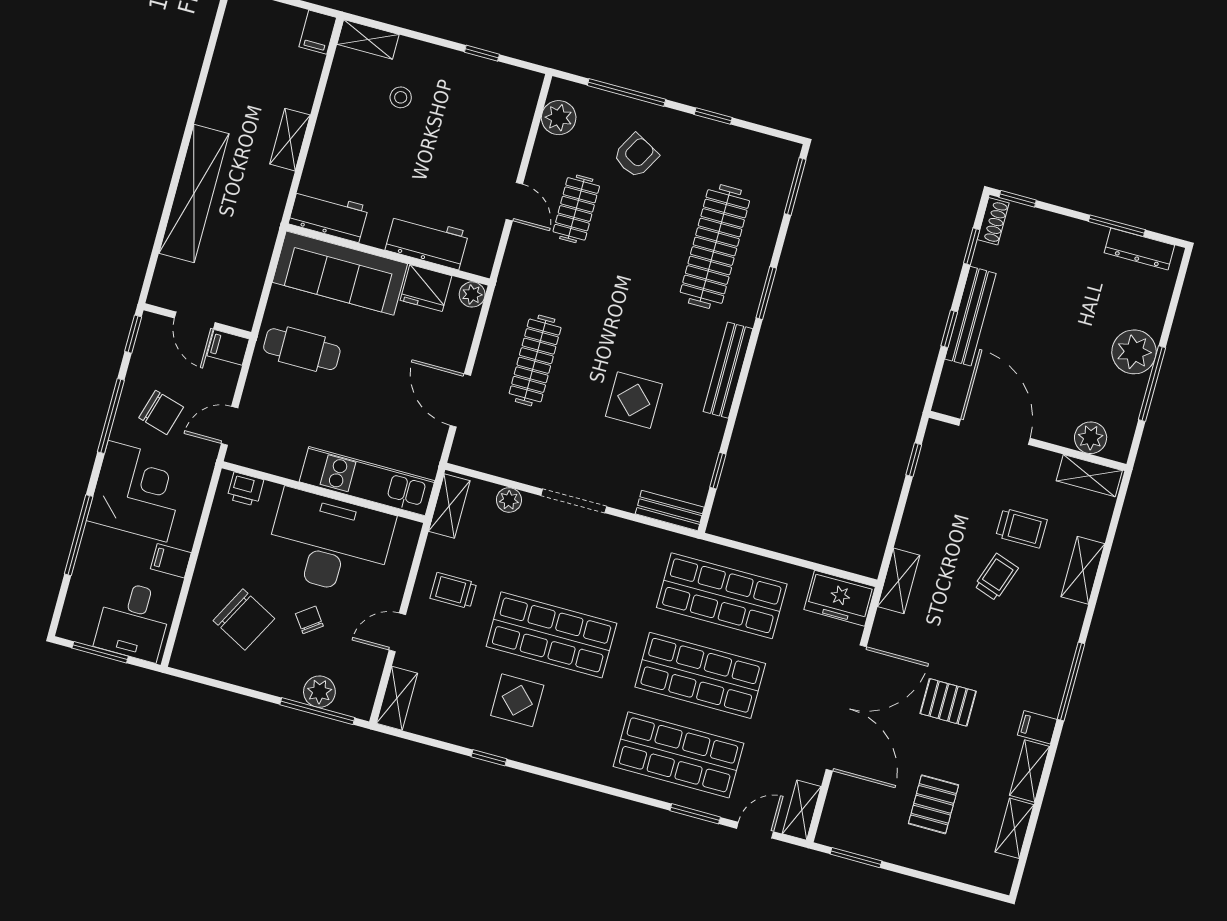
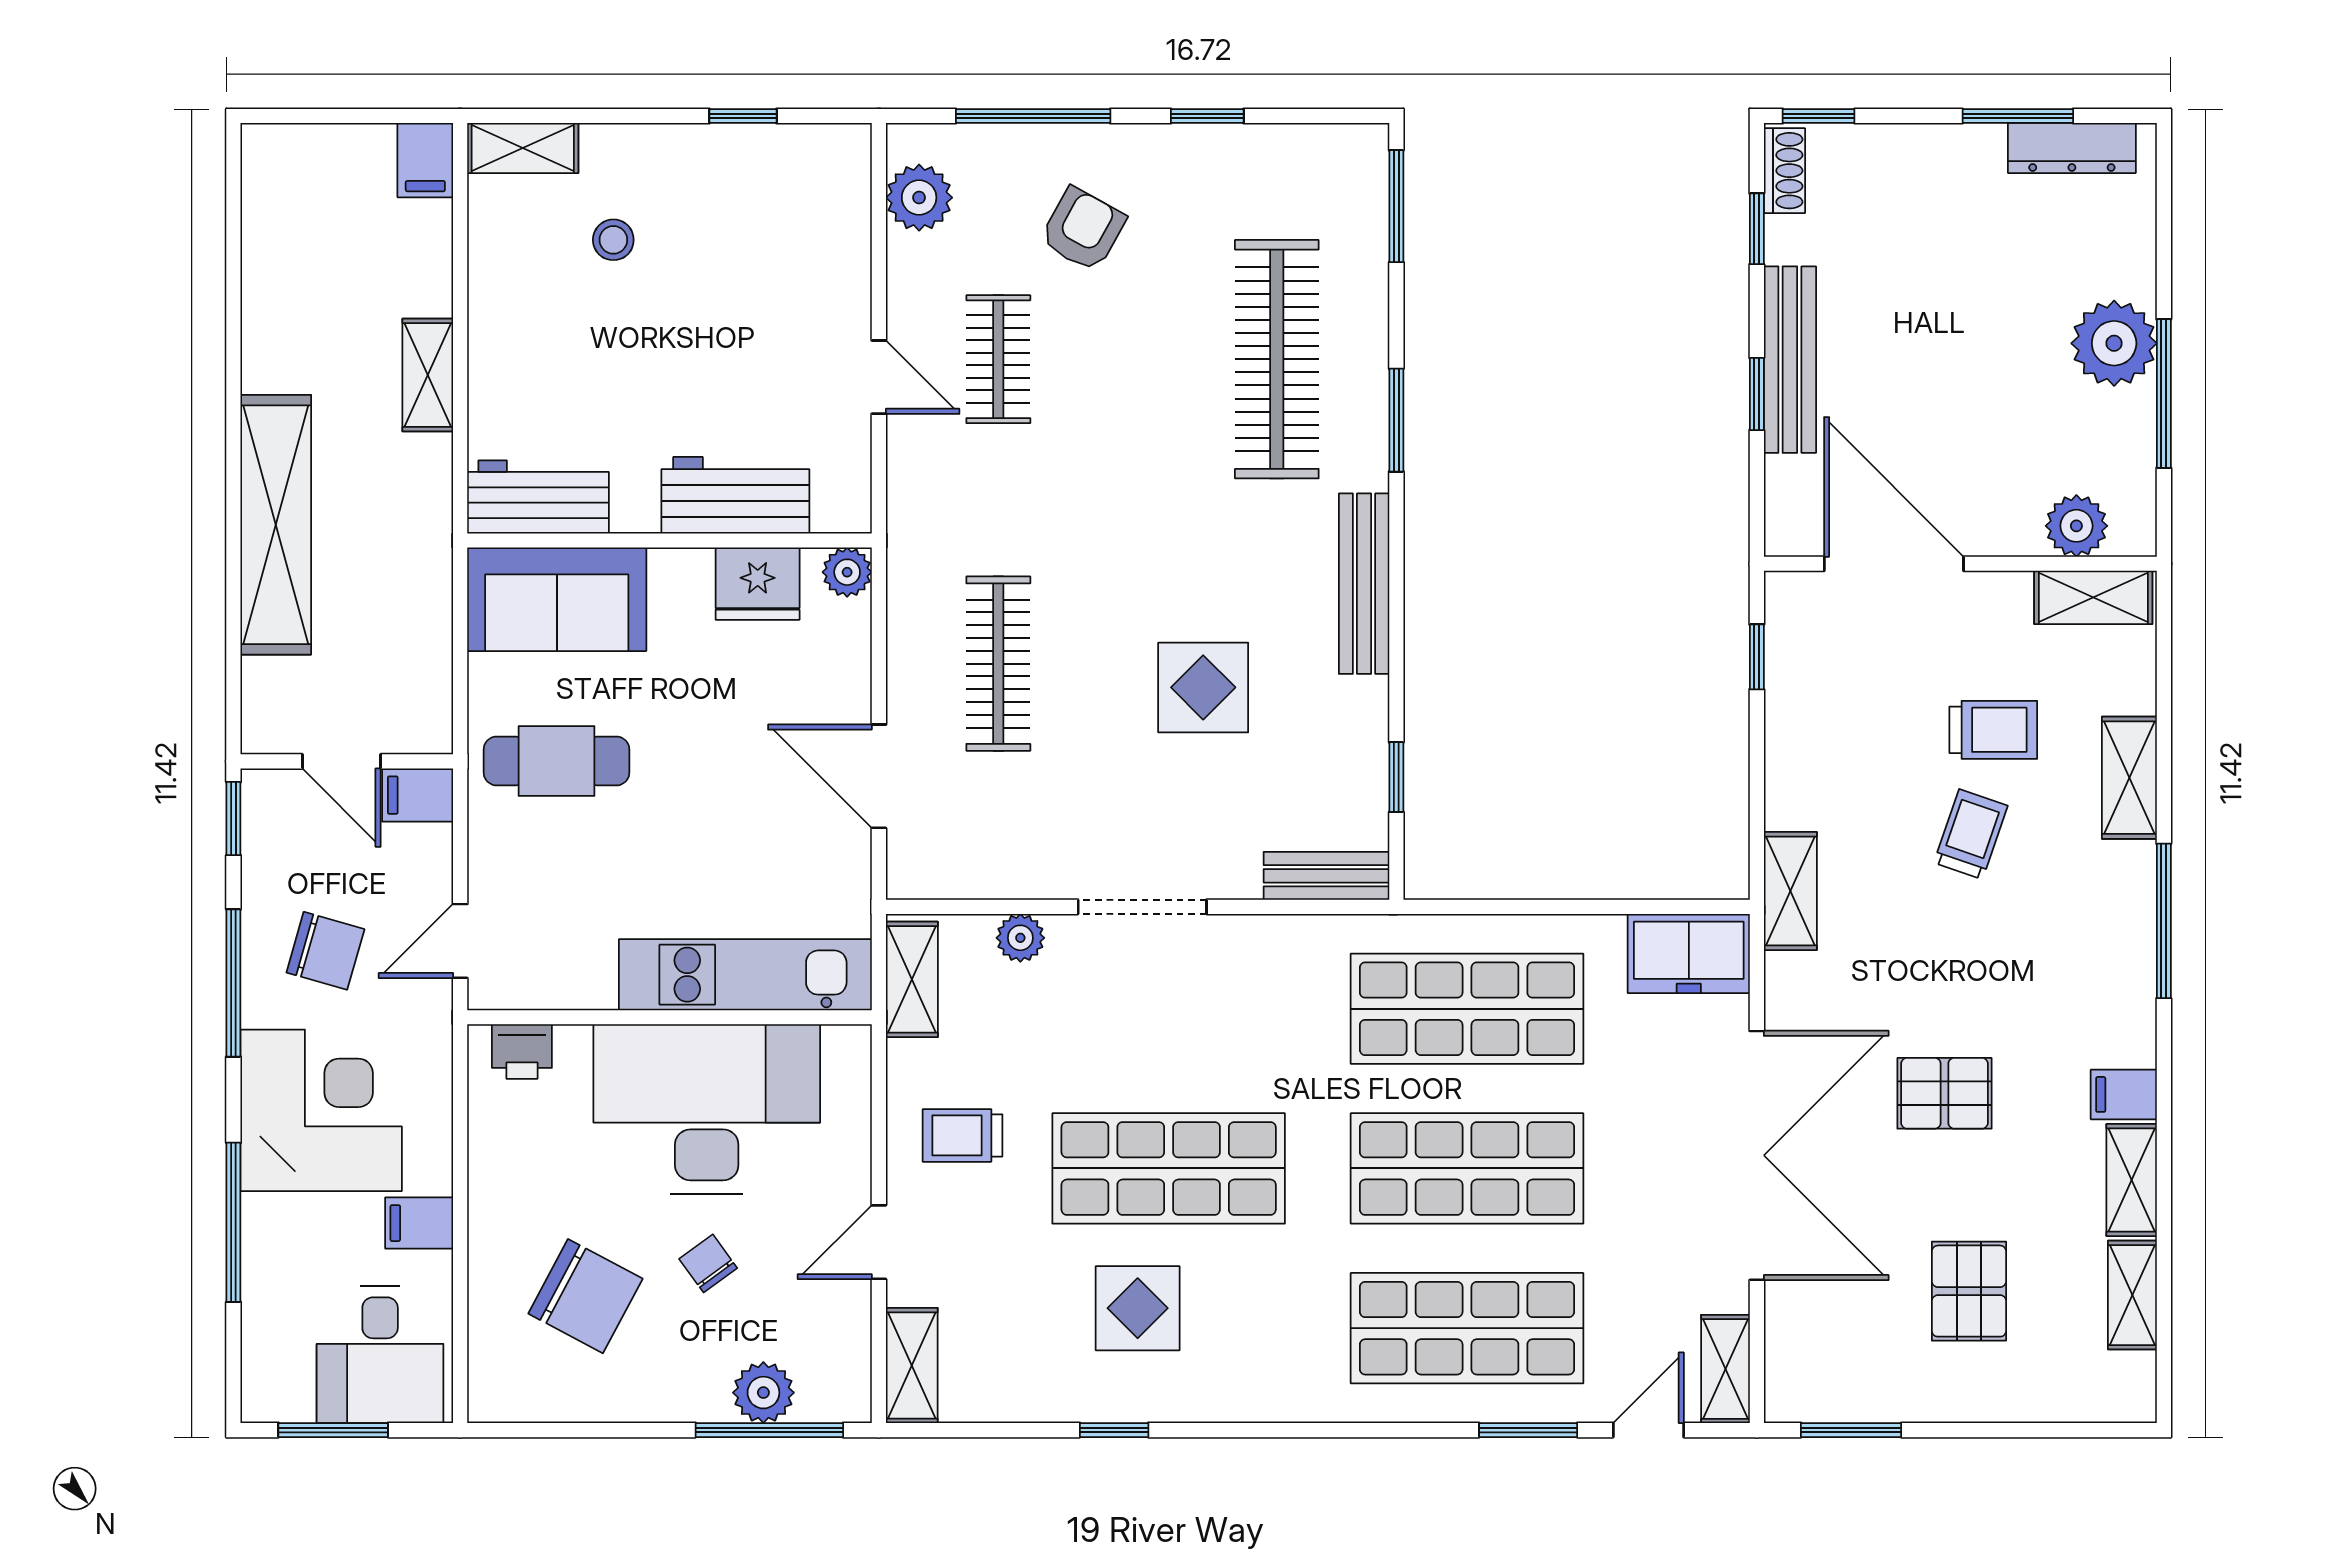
sofa: (340, 273) -> (557, 599), width x0.73
window: (1071, 682) -> (2164, 921), moved

